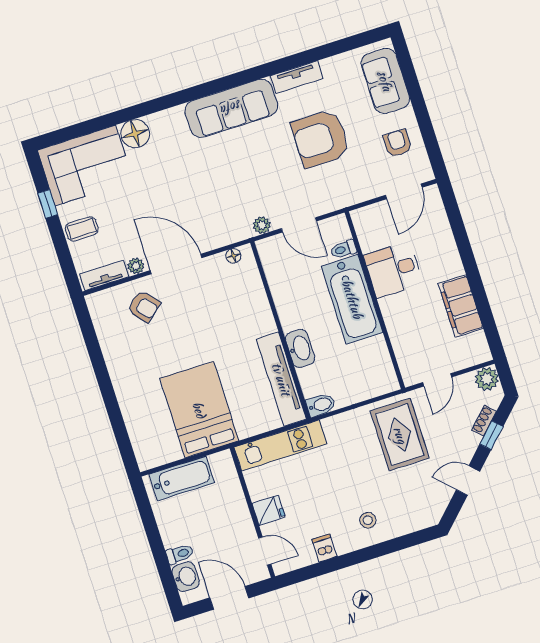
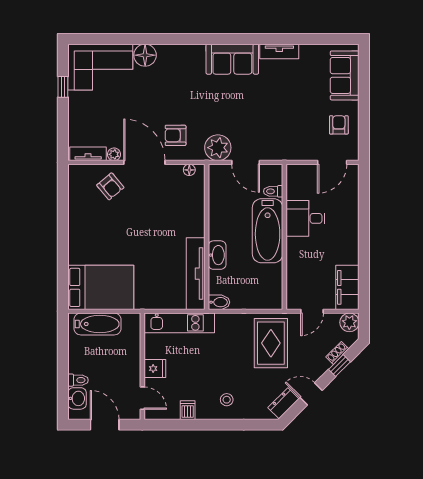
sofa: (231, 108) -> (232, 59), width x0.73
armchair: (321, 138) -> (176, 135), moved, width x0.53, depth x0.53
plant: (262, 225) -> (218, 148), width x1.87, depth x1.87
coffee table: (82, 229) -> (82, 114), removed
filing cabinet: (461, 306) -> (347, 287), moved
bed: (199, 410) -> (101, 287), moved, turned 90
dresser: (438, 503) -> (283, 403), added

